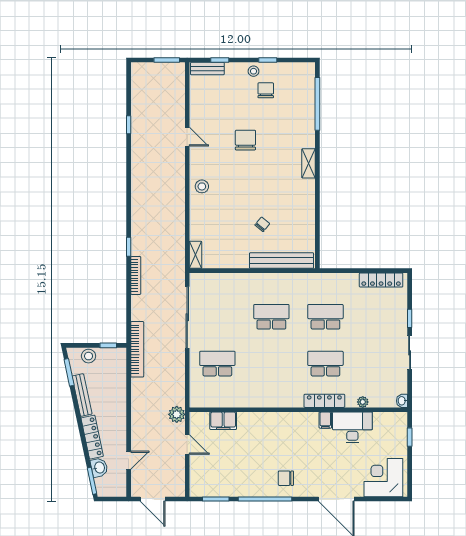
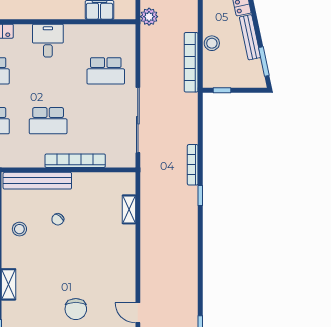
stool: (202, 186) -> (19, 229), moved
shelving: (196, 255) -> (129, 209), moved
bookcase: (246, 279) -> (75, 161), added
bookcase: (137, 349) -> (191, 62), moved
stool: (89, 356) -> (212, 43), moved
desk: (272, 392) -> (48, 41), added

